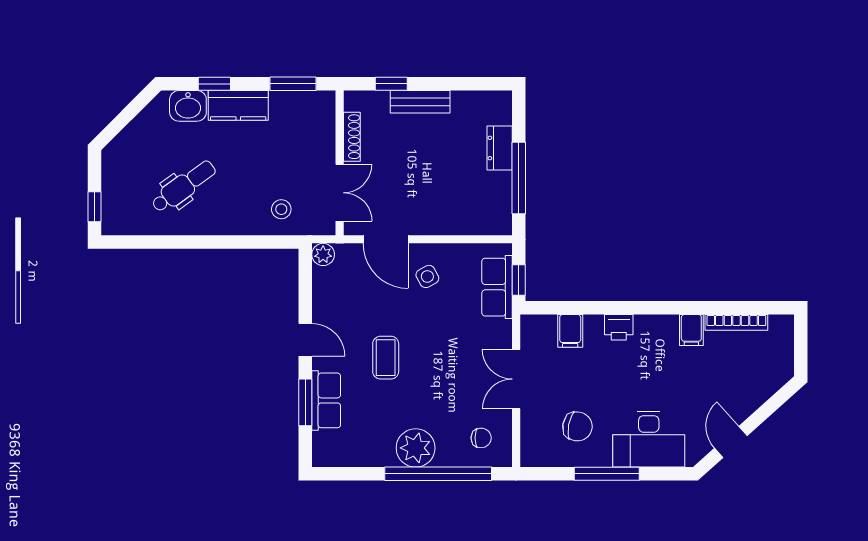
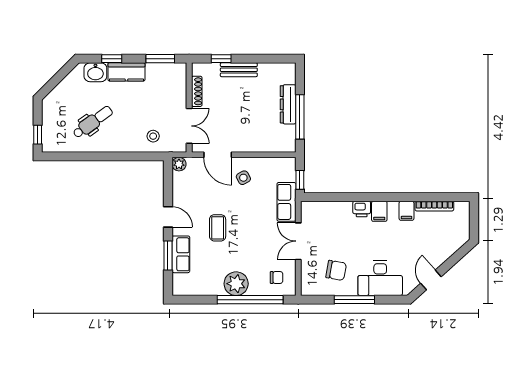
dresser: (500, 148) -> (288, 104), width x1.44
row of seats: (497, 287) -> (286, 202), moved
filing cabinet: (570, 331) -> (379, 211), moved

